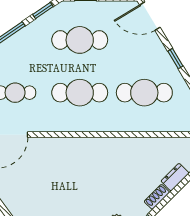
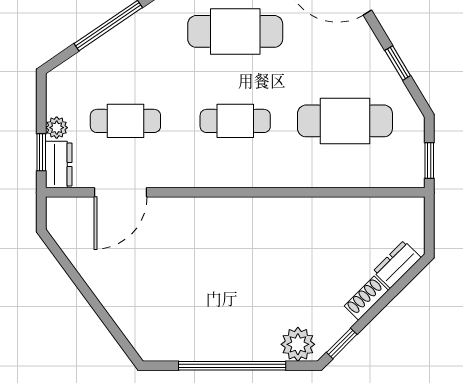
cafe table: (80, 93) -> (235, 121), width x0.73, depth x0.74

